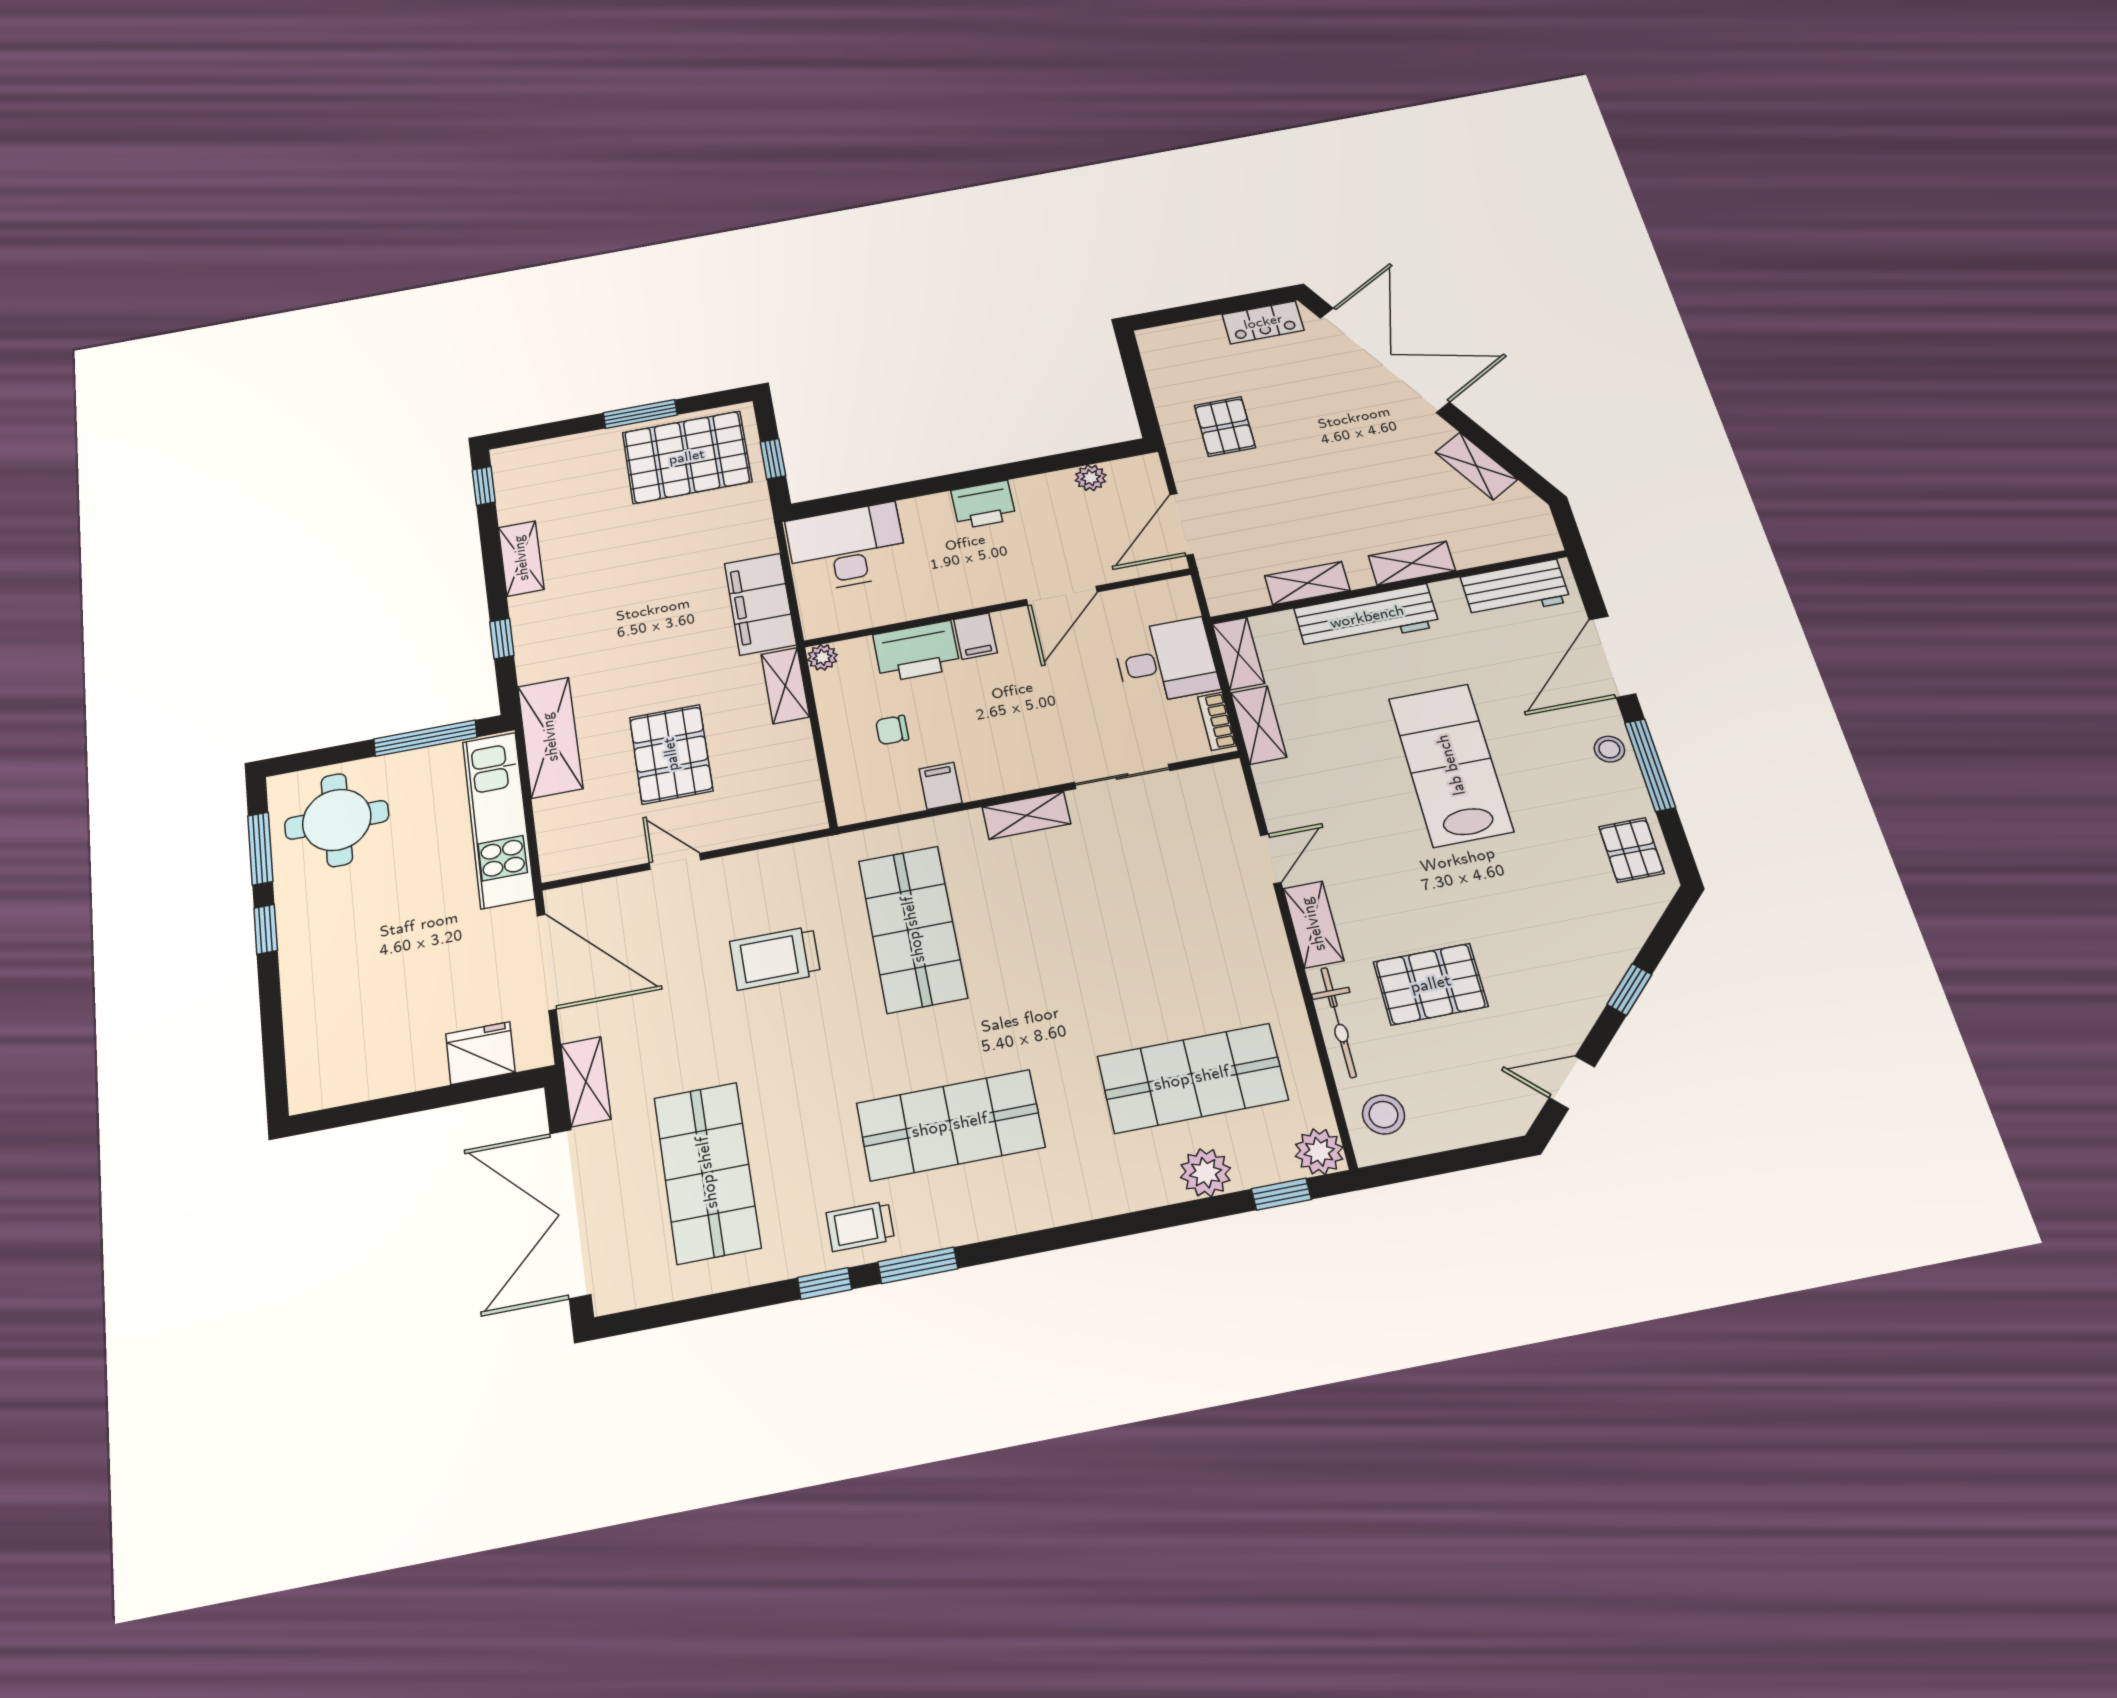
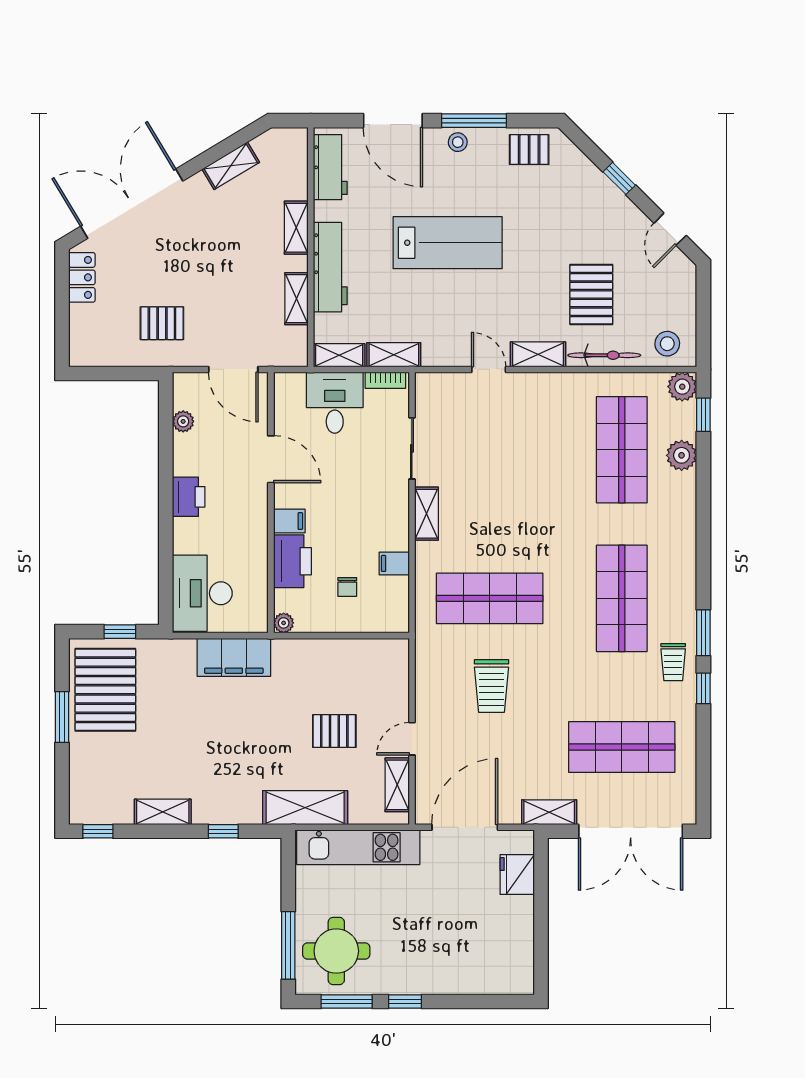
shelving: (785, 686) -> (397, 785), moved, turned 90
window: (425, 738) -> (288, 945), moved
pallet: (671, 754) -> (334, 731), width x0.67, depth x0.71
lab bench: (1451, 765) -> (448, 243), turned 180

